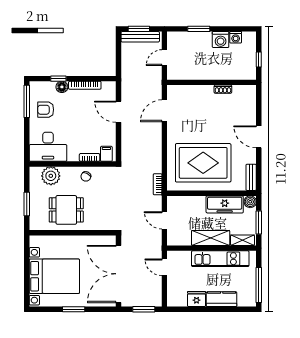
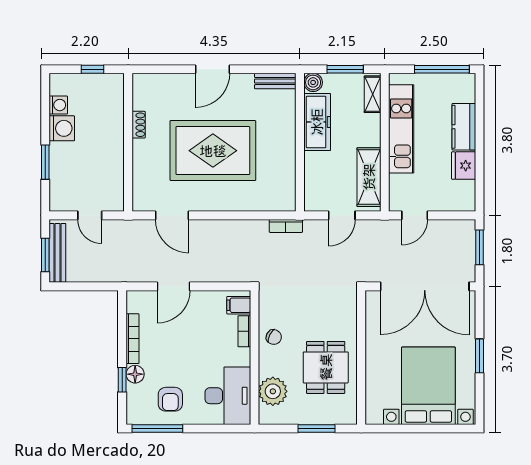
rug: (203, 163) -> (213, 151), moved, turned 90
shelving: (211, 238) -> (369, 177), moved

